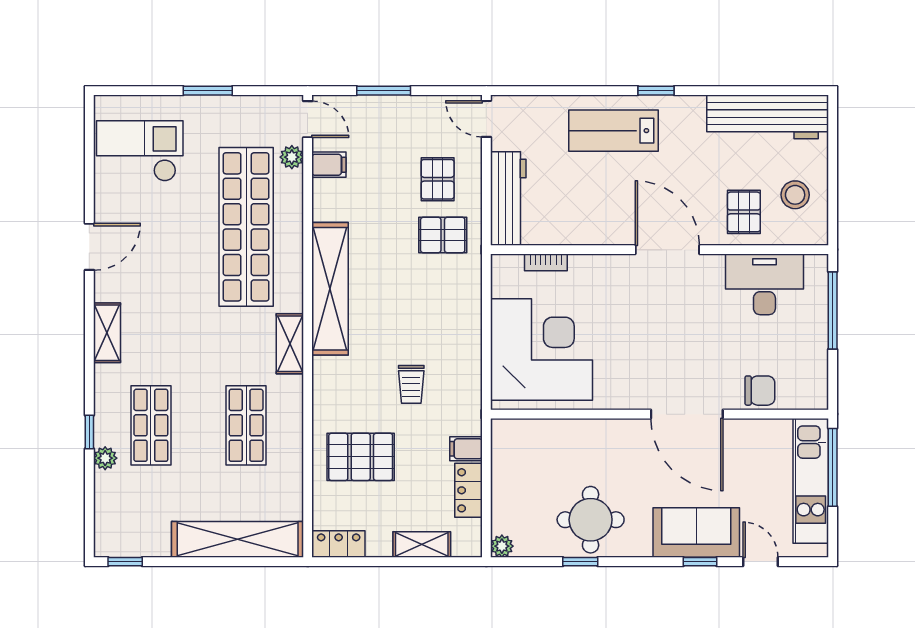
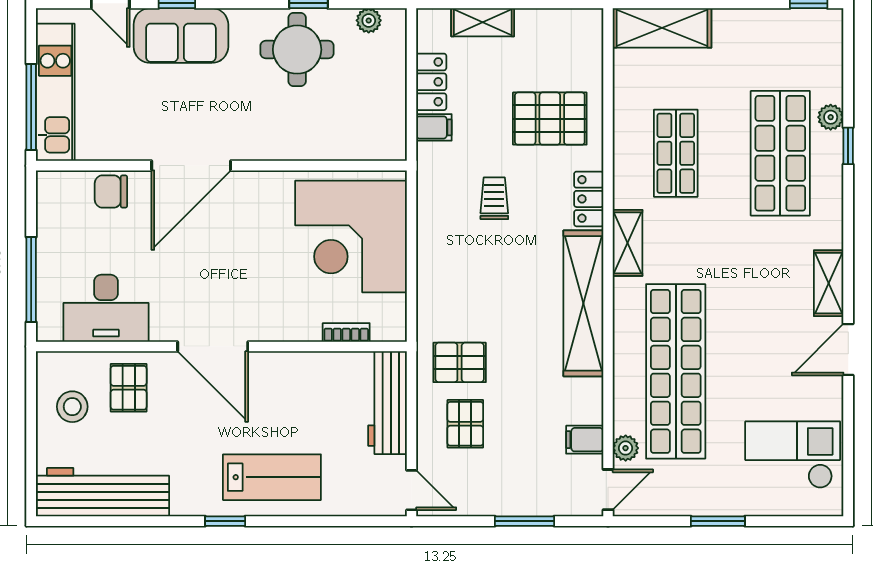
door: (308, 119) -> (608, 490), swing flipped
checkout: (140, 151) -> (793, 455), turned 180
shelving: (107, 333) -> (829, 283), moved
door: (687, 414) -> (191, 166), swing flipped
shop shelf: (151, 425) -> (780, 153), width x1.43, depth x1.36
shelving: (238, 539) -> (662, 28), width x0.68
locker: (339, 544) -> (589, 199), moved, turned 90
plant: (502, 546) -> (369, 20), moved

